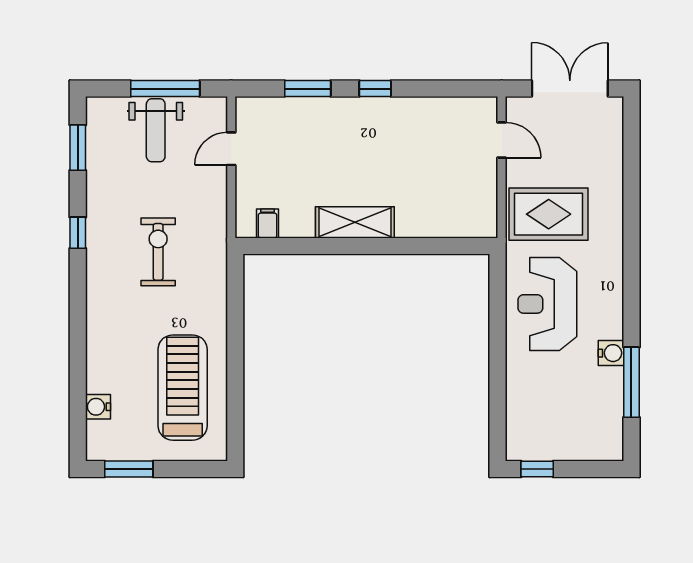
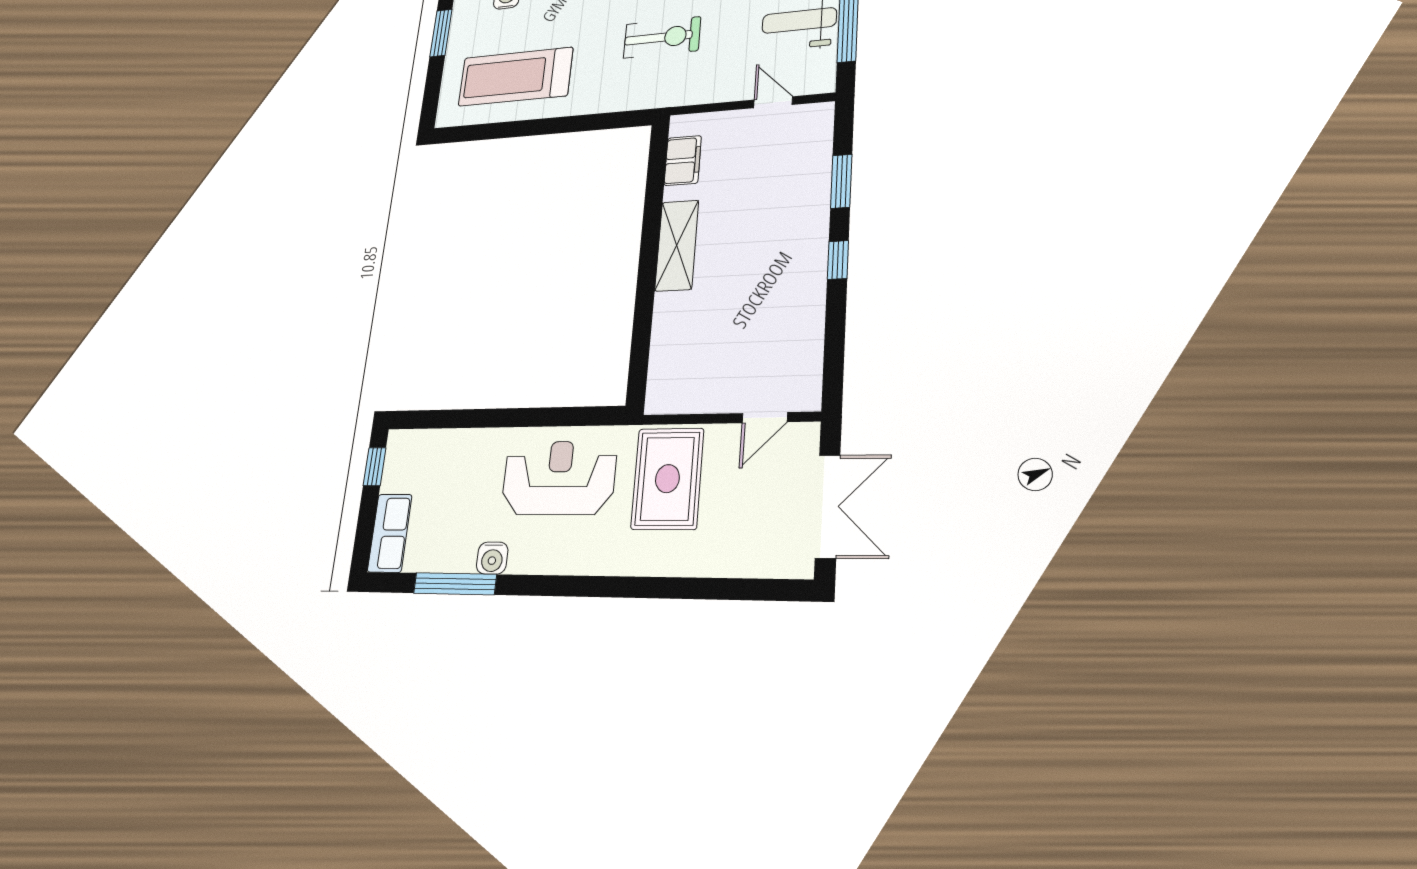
filing cabinet: (267, 223) -> (683, 161), width x2.00
treadmill: (183, 388) -> (515, 77), turned 180
row of seats: (592, 446) -> (390, 533), added

